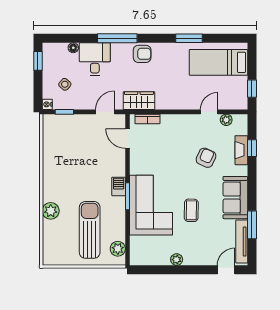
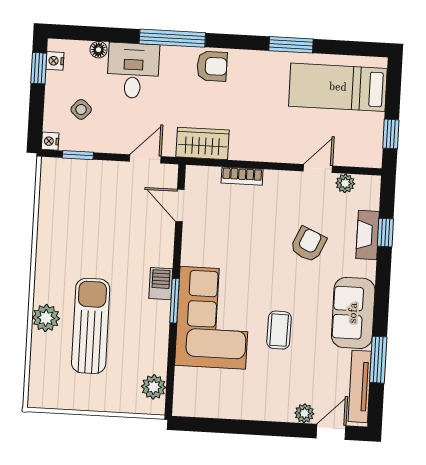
nightstand: (47, 56) -> (55, 61), added
bookcase: (147, 119) -> (242, 176), moved
sun lounger: (90, 230) -> (91, 326), moved
plant: (177, 260) -> (304, 413), moved

